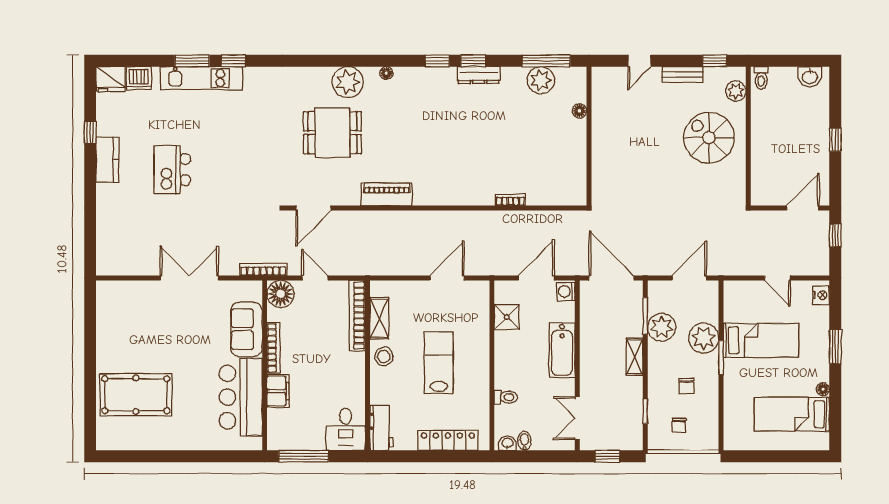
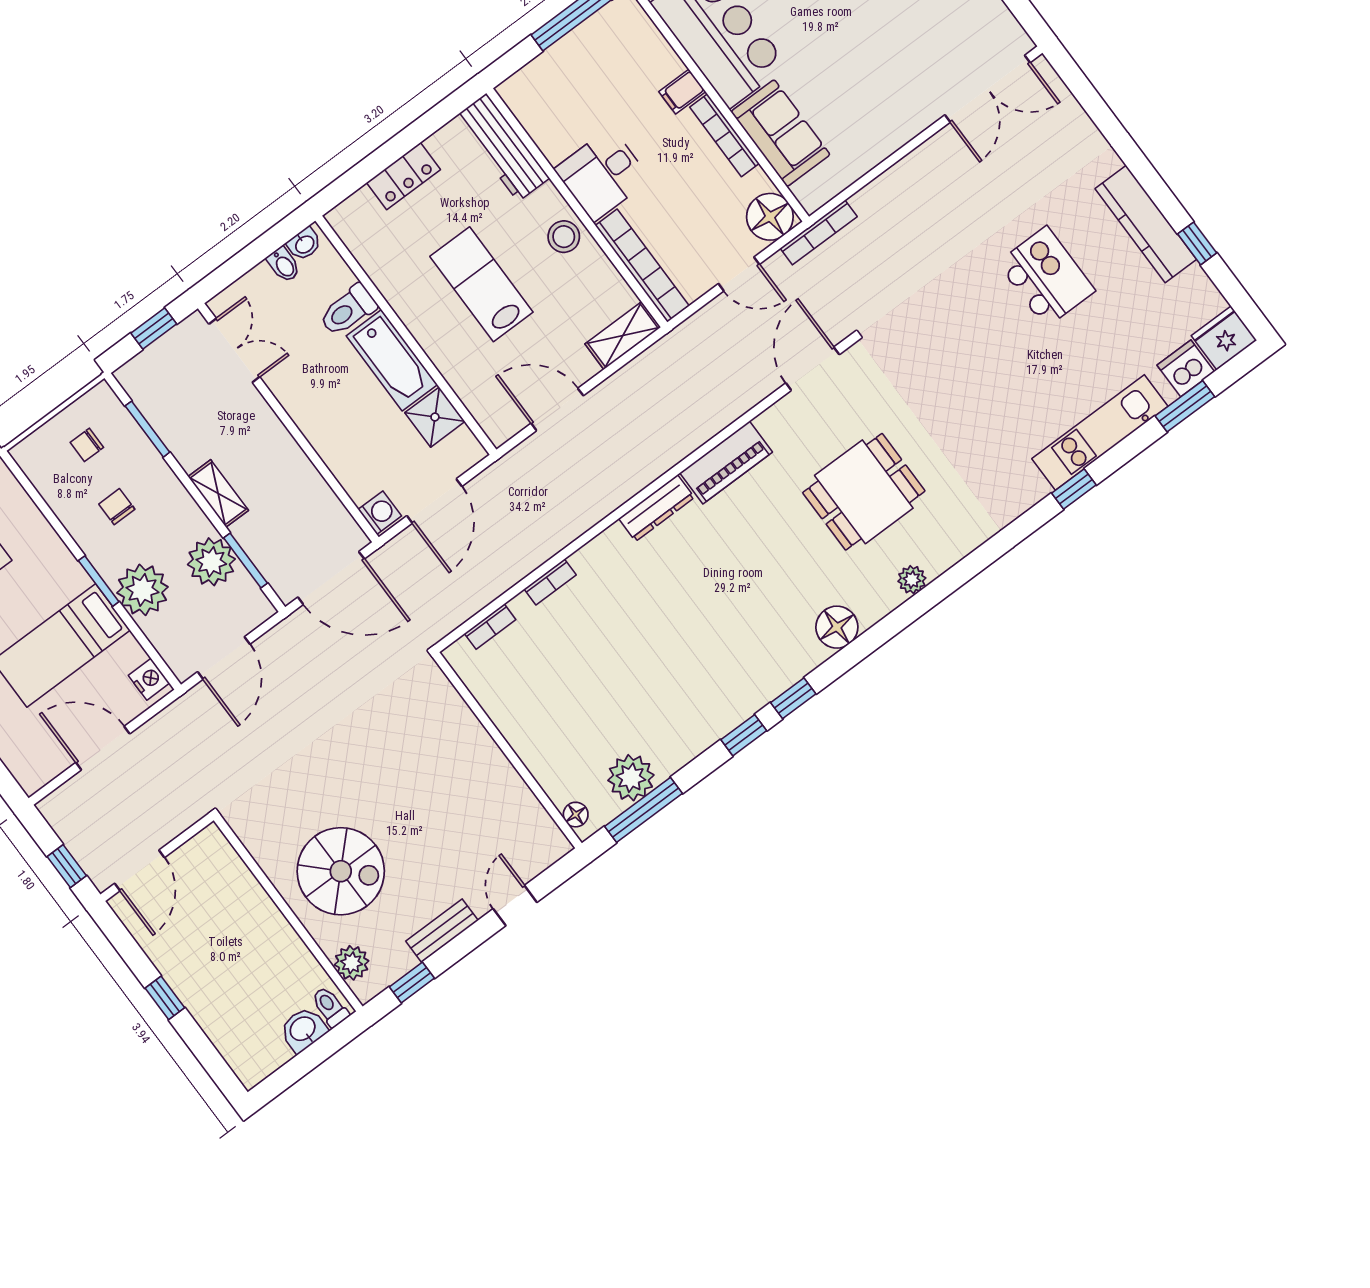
window: (192, 61) -> (1185, 406), moved
floor lamp: (386, 73) -> (837, 627), width x1.89, depth x1.89
dresser: (479, 75) -> (656, 508), moved, turned 180
washbasin: (810, 77) -> (303, 1029), moved
plant: (348, 82) -> (912, 580), width x0.53, depth x0.53
floor lamp: (579, 111) -> (576, 815), moved
kitchen counter: (107, 160) -> (1146, 224), width x1.50
bookcase: (554, 200) -> (490, 627), added
double door: (189, 278) -> (987, 89), moved
door: (447, 278) -> (557, 409), swing flipped
door: (777, 278) -> (103, 748), width x1.38
nightstand: (821, 295) -> (149, 679), moved, turned 180
shelving: (379, 318) -> (623, 336), moved, turned 90
bathtub: (562, 350) -> (392, 360), moved, turned 180
lab bench: (439, 363) -> (481, 284), turned 180
filing cabinet: (278, 391) -> (682, 92), width x0.50
toilet: (506, 397) -> (348, 310), width x1.37, depth x1.39
window: (645, 411) -> (147, 429), width x1.50
chair: (679, 425) -> (87, 445), turned -90
workbench: (381, 428) -> (502, 148), width x1.38
desk: (346, 429) -> (602, 174), moved, turned -90
locker: (448, 441) -> (403, 176), width x0.66

